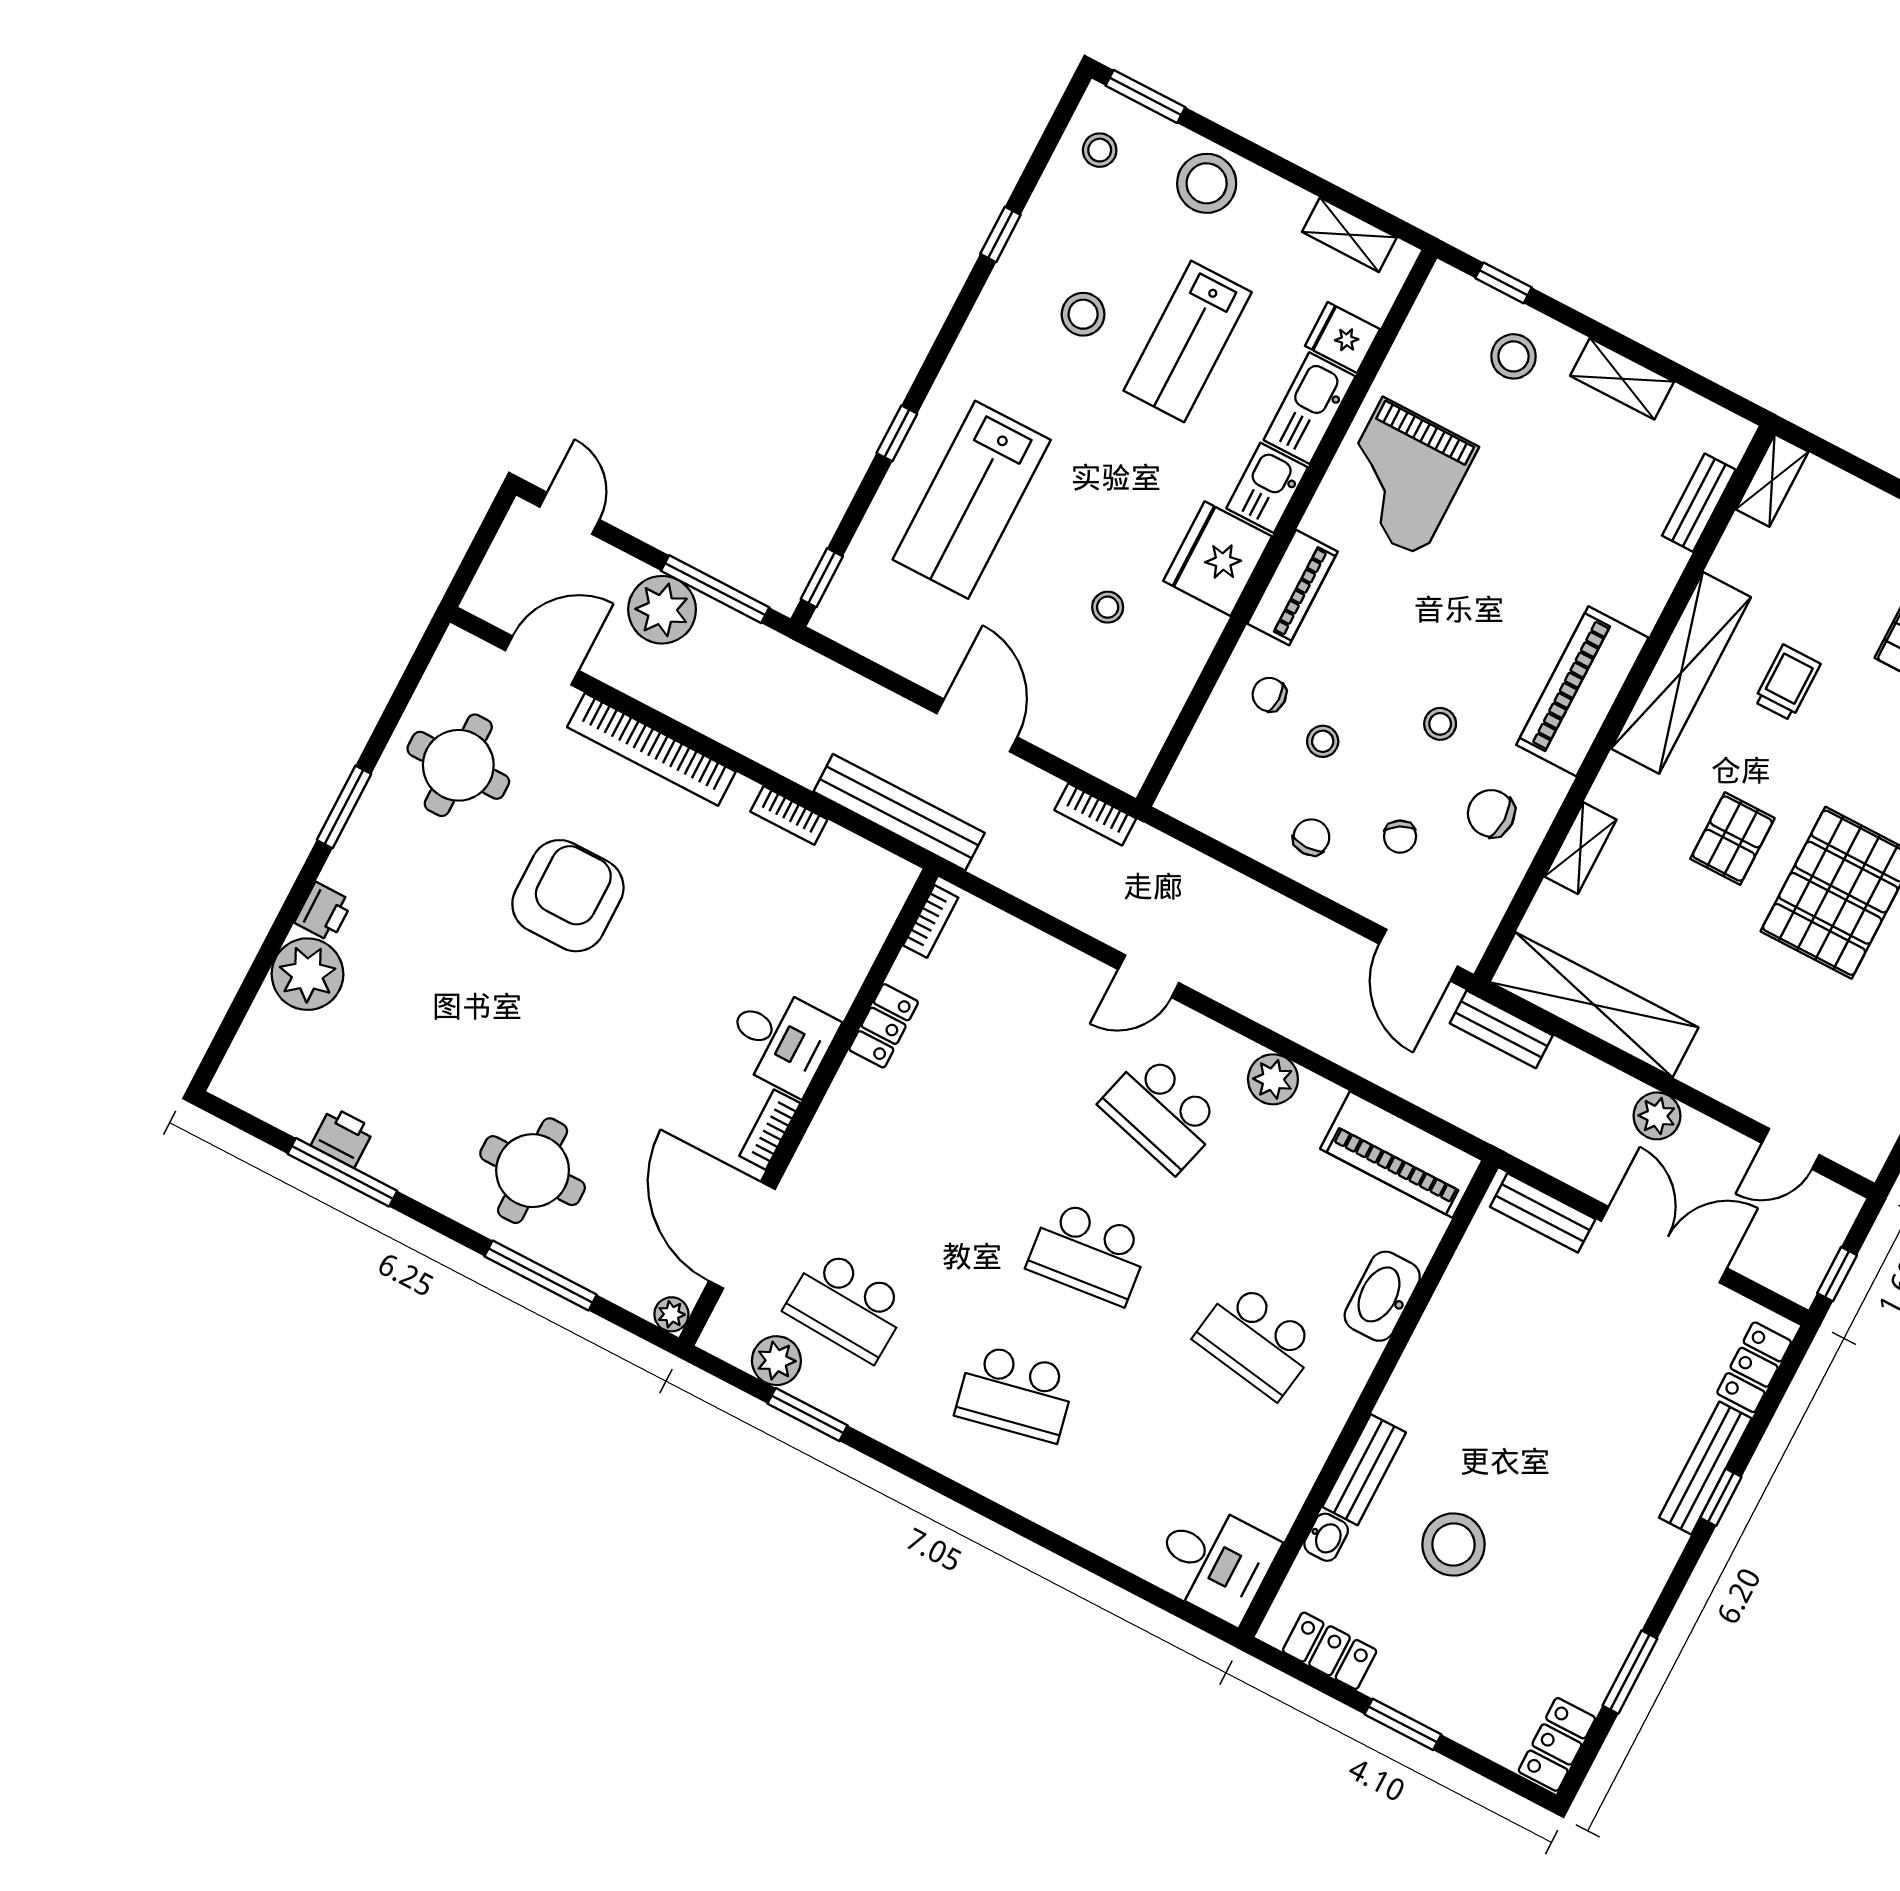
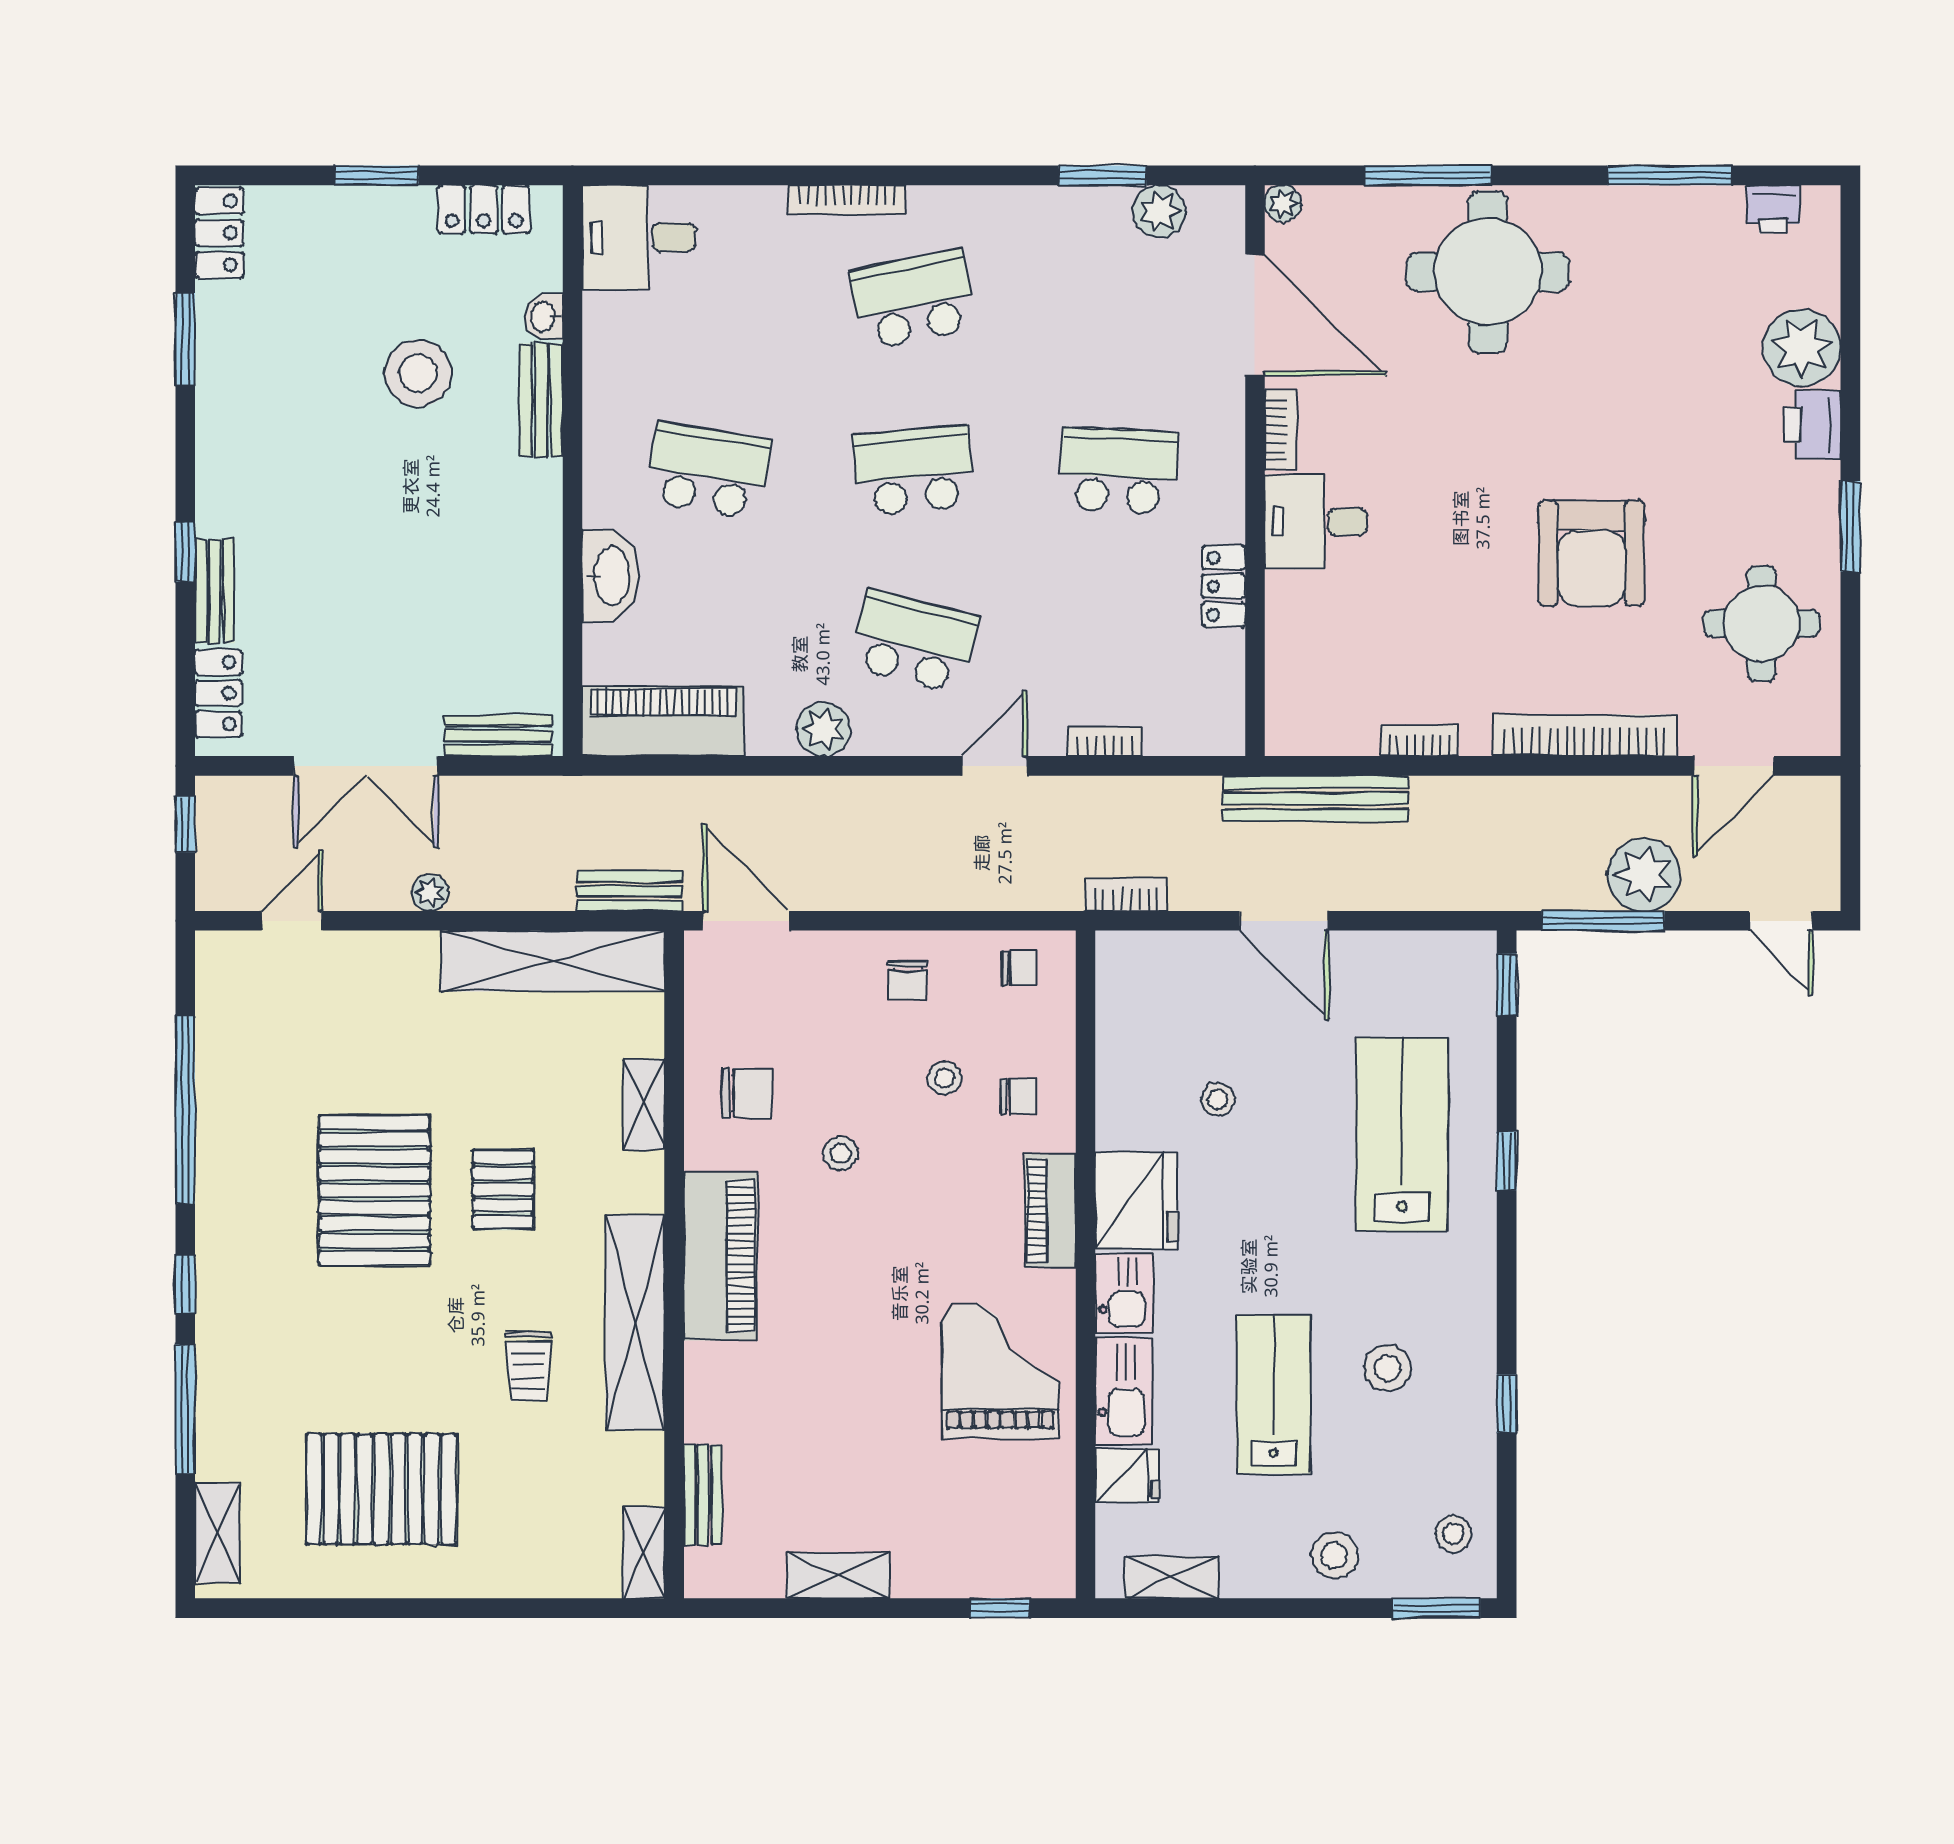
stool: (1207, 183) -> (1334, 1555), width x0.73, depth x0.73
stool: (1514, 356) -> (954, 1543), removed
chair: (1400, 837) -> (1019, 969), moved, turned 120
printer: (323, 912) -> (1812, 425), width x1.36, depth x1.24
bookcase: (931, 921) -> (1105, 741), moved, turned 90
plant: (1657, 1116) -> (430, 893), width x0.73, depth x0.73
printer: (343, 1137) -> (1773, 209), moved
round table: (533, 1171) -> (1488, 272), width x1.36, depth x1.36
school desk: (847, 1306) -> (1119, 471), moved
bench: (1705, 1468) -> (215, 591), width x0.73
bookcase: (1028, 1503) -> (847, 200), added

